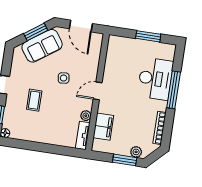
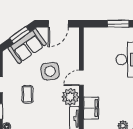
door: (81, 26) -> (58, 24), hinge flipped
side table: (64, 78) -> (50, 71), width x1.87, depth x1.87
plant: (86, 116) -> (70, 97), width x1.88, depth x1.88

